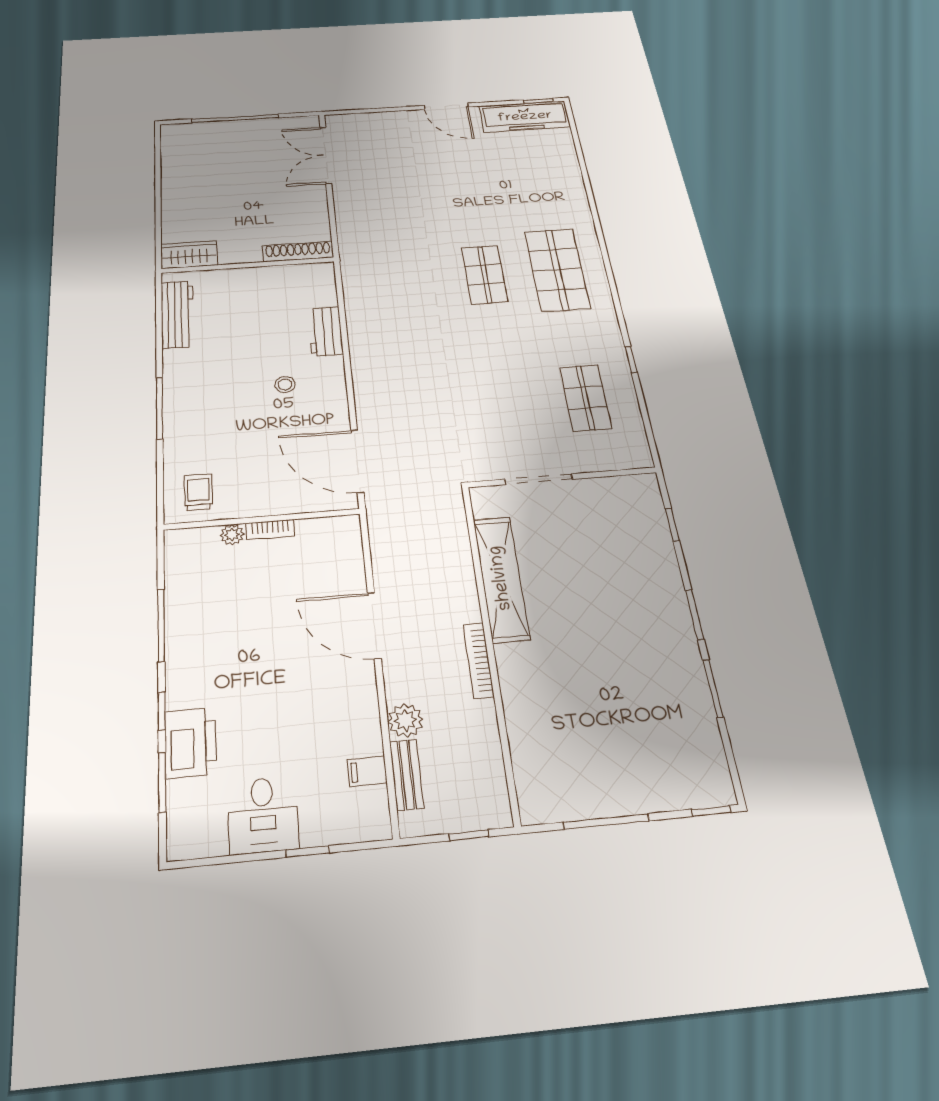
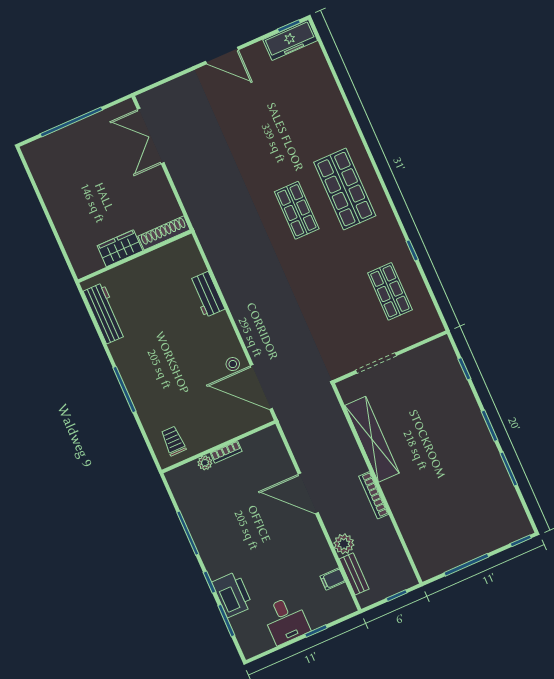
freezer: (525, 117) -> (290, 40), width x0.73, depth x0.79
wardrobe: (189, 255) -> (120, 248), moved
stool: (285, 384) -> (233, 364), moved

